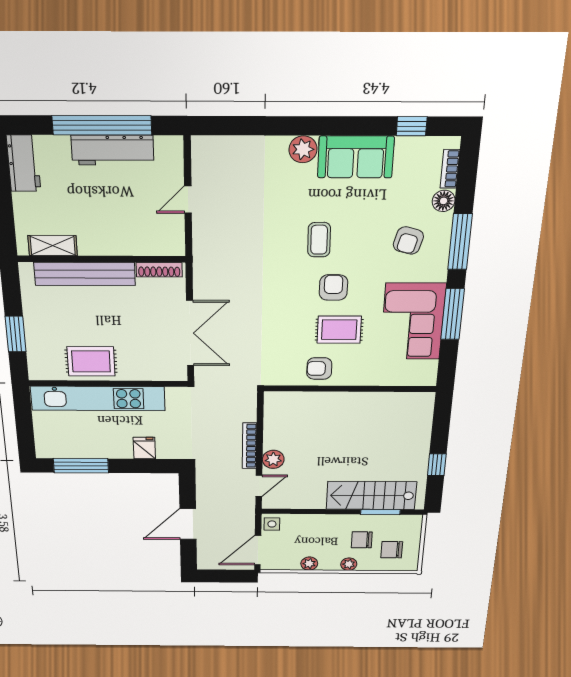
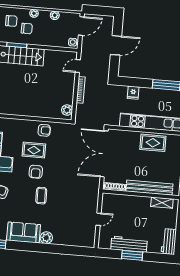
window: (102, 125) -> (132, 255), width x0.47
double door: (190, 333) -> (104, 154), width x1.36
plant: (273, 459) -> (67, 110), moved

